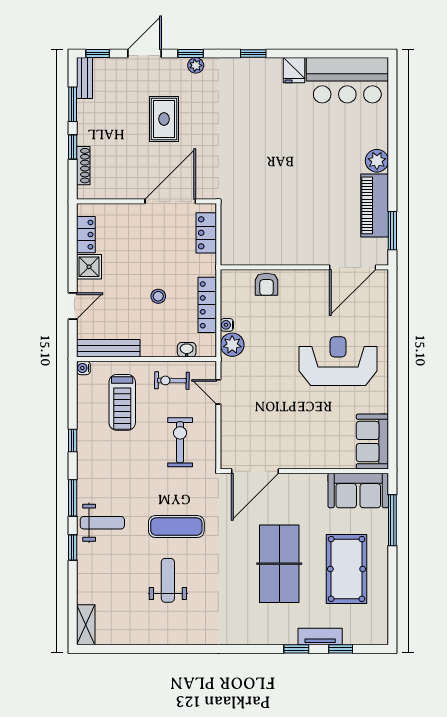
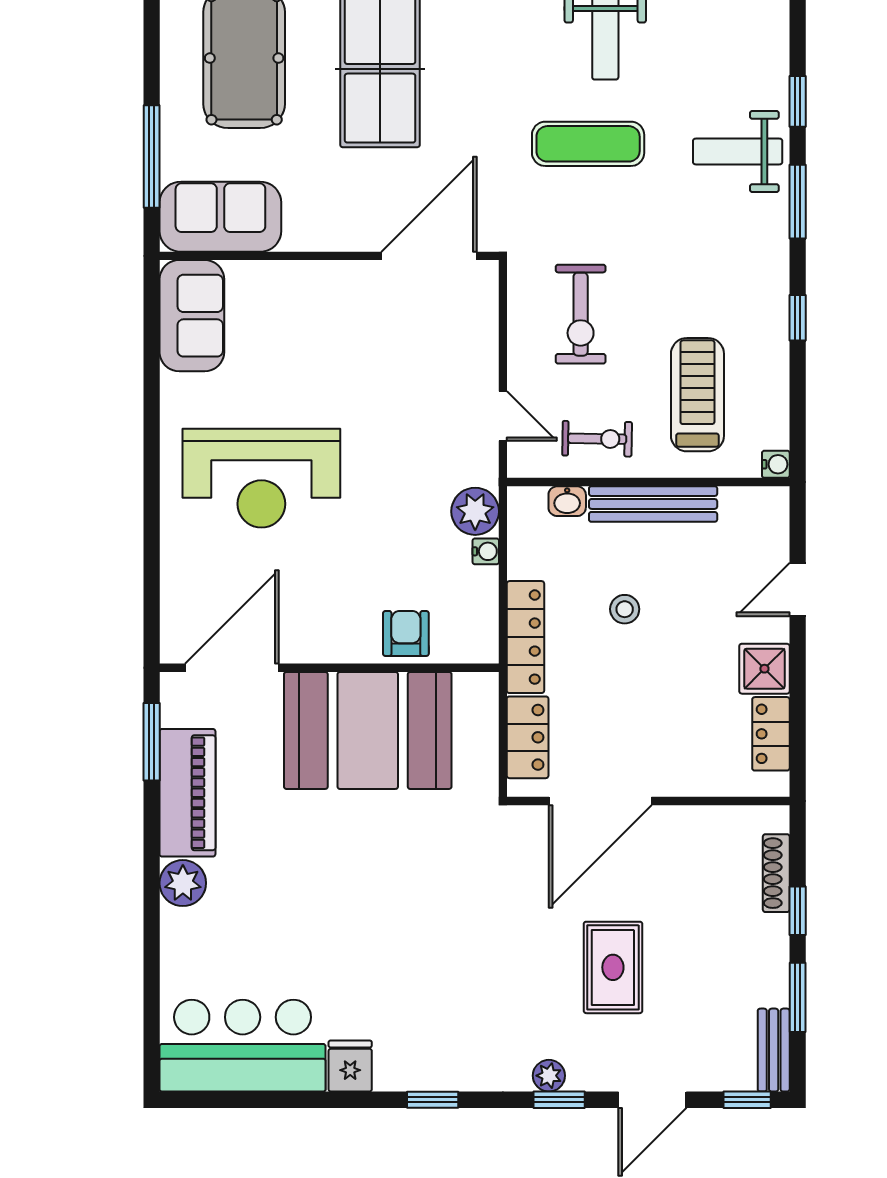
booth: (285, 236) -> (368, 730), added
locker: (207, 305) -> (525, 637), moved
bench: (108, 348) -> (653, 504), moved

